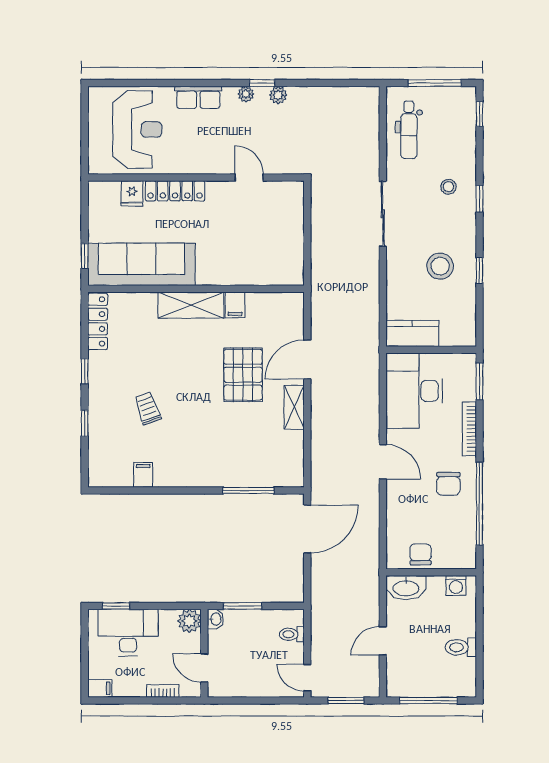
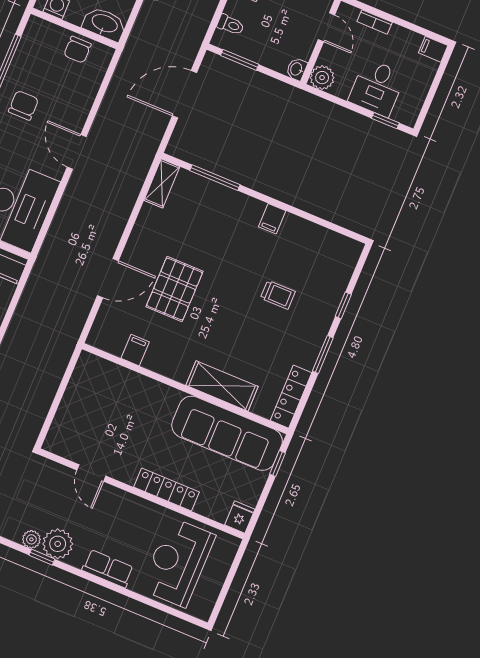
plant: (246, 94) -> (58, 544), width x1.88, depth x1.88
fridge: (132, 193) -> (240, 517), moved
shelving: (191, 305) -> (222, 386), moved
filing cabinet: (235, 305) -> (135, 350), moved
window: (85, 371) -> (323, 355), width x1.50
shelving: (294, 407) -> (162, 183), moved
trolley: (148, 408) -> (278, 295), turned -71
filing cabinet: (143, 475) -> (272, 219), moved
door: (307, 529) -> (184, 94), moved
window: (243, 606) -> (240, 60), moved
desk: (128, 633) -> (377, 88), width x0.73

